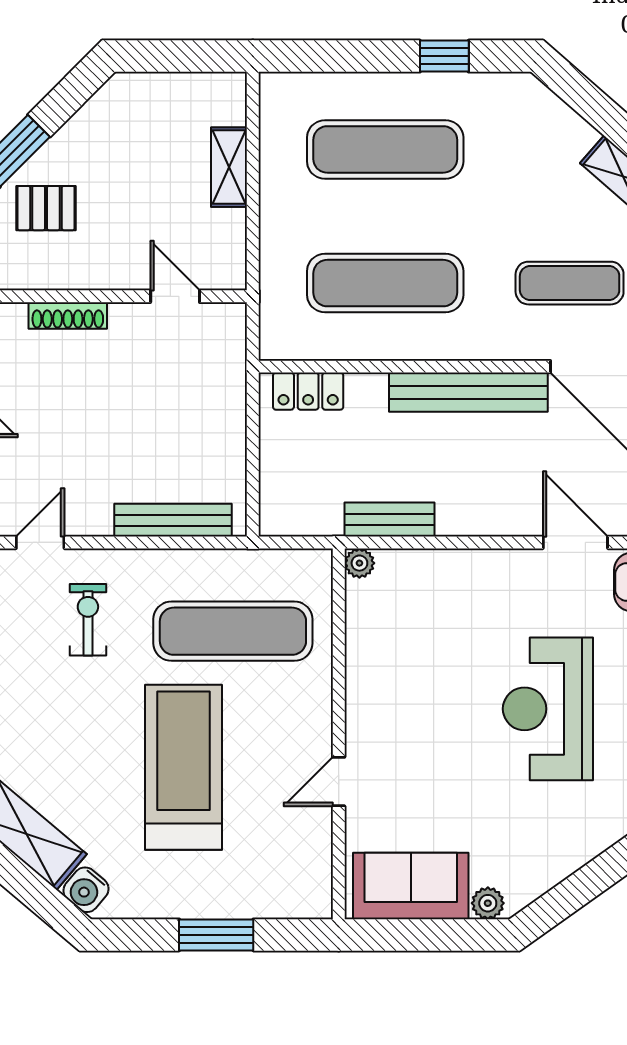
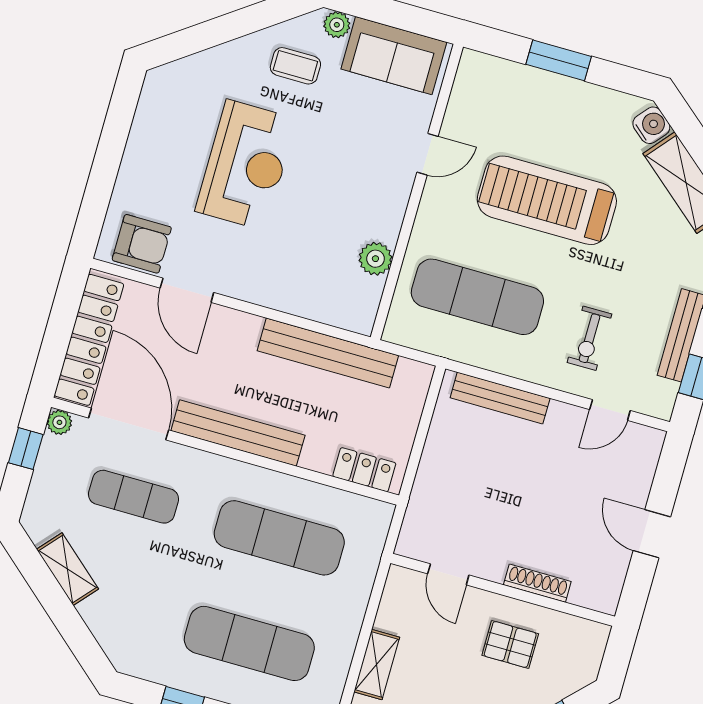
pallet: (46, 208) -> (510, 644), moved
bench: (389, 519) -> (328, 353), width x1.86, depth x1.21
plant: (359, 563) -> (375, 259), moved, width x1.38, depth x1.38
treadmill: (184, 767) -> (547, 200), turned 90
coffee table: (523, 841) -> (295, 66), added

